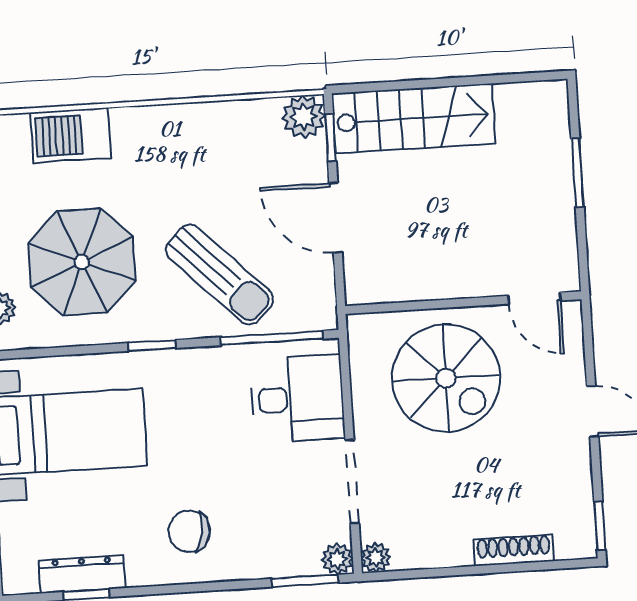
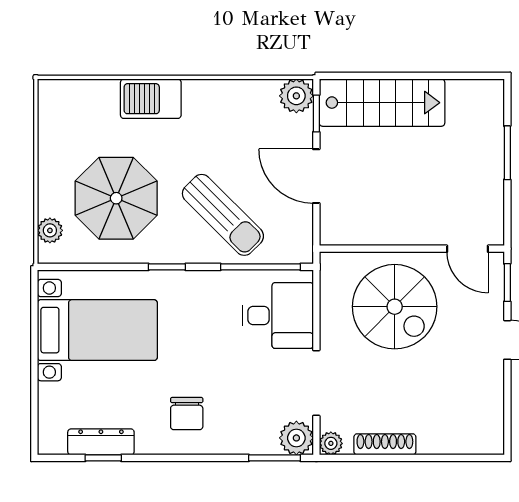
barbecue: (71, 135) -> (151, 99), moved
window: (600, 526) -> (507, 283), moved
chair: (189, 531) -> (187, 414), turned -98
shoe rack: (514, 550) -> (385, 444), moved
plant: (337, 559) -> (296, 438), width x1.38, depth x1.38

